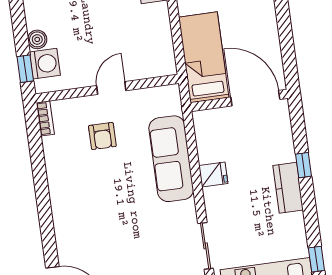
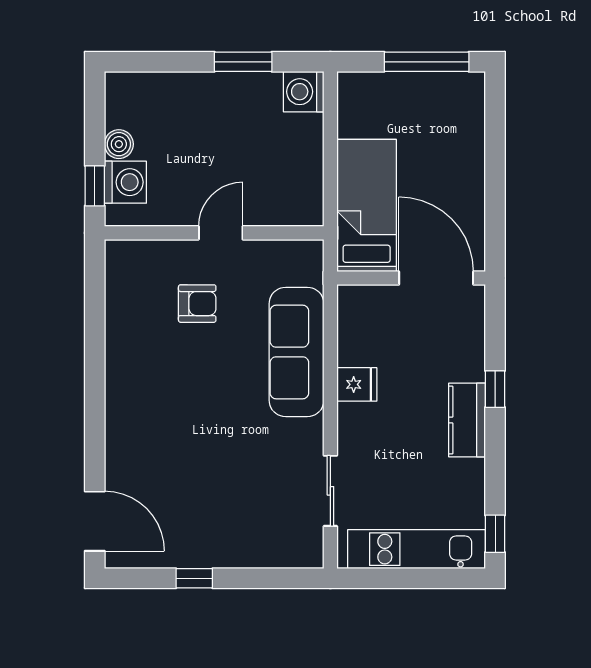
bookcase: (45, 118) -> (115, 265), removed
armchair: (102, 136) -> (197, 304), turned -90

